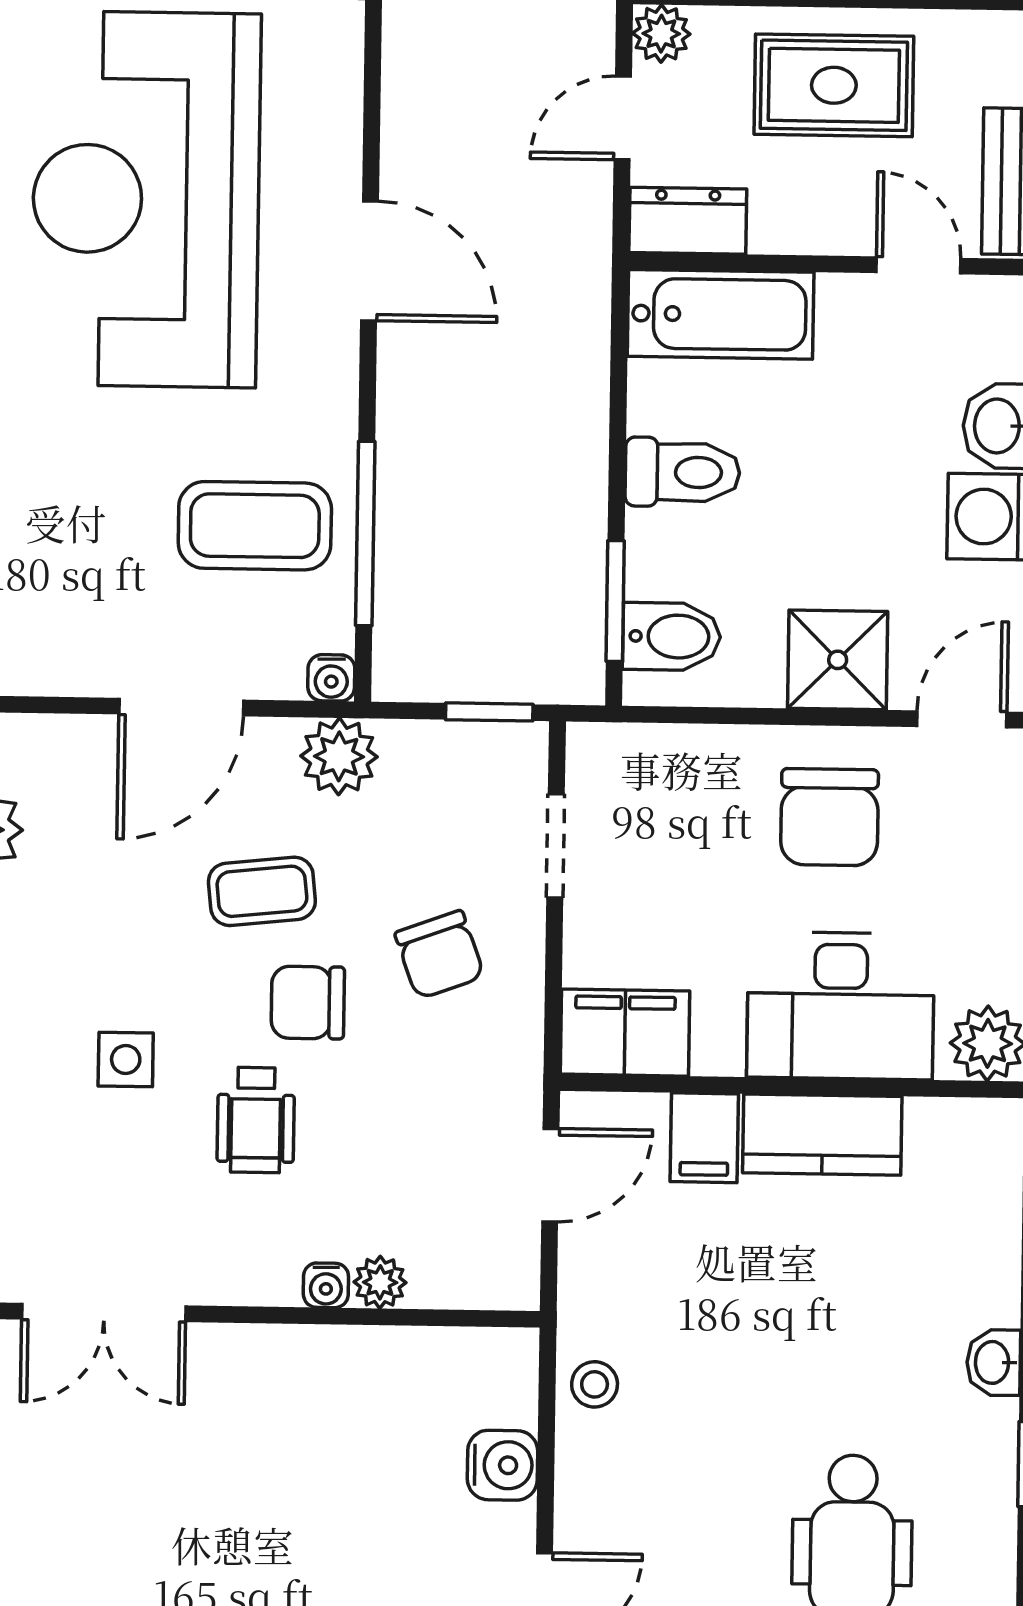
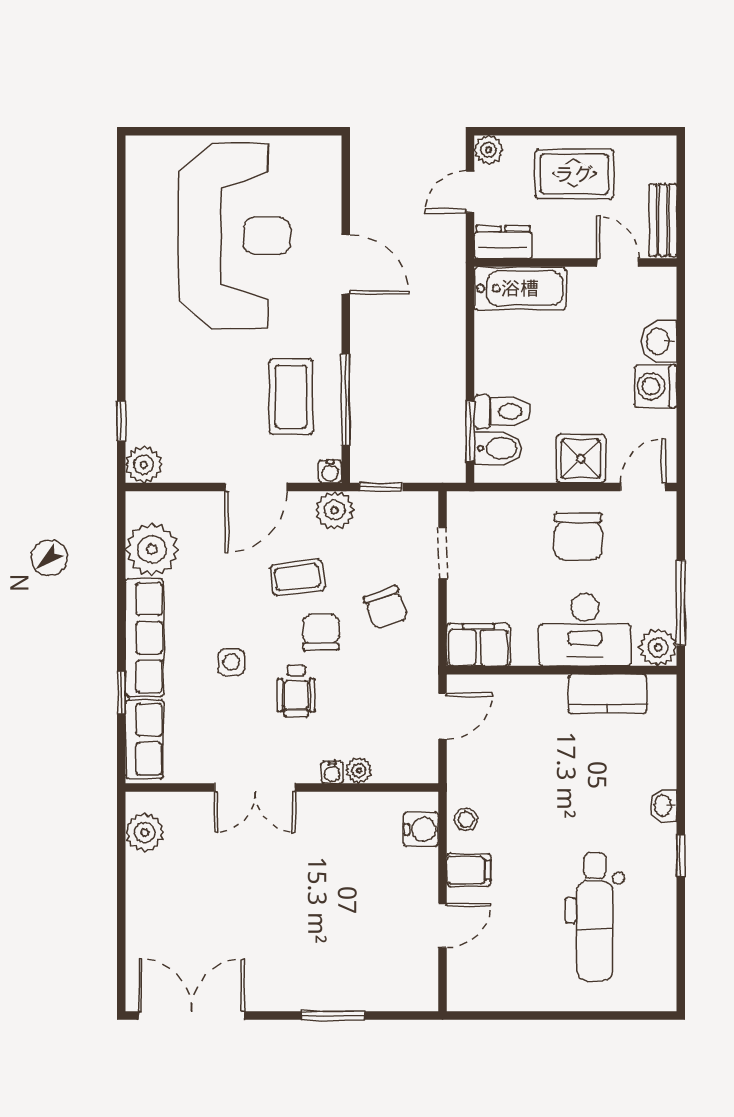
reception desk: (146, 199) -> (235, 236), turned 180
toilet: (683, 472) -> (502, 412), moved
coffee table: (255, 526) -> (291, 397), turned 90
window: (489, 712) -> (381, 487), moved
chair: (308, 1003) -> (321, 632), turned 90
kitchen counter: (822, 1135) -> (607, 694), moved
filing cabinet: (704, 1138) -> (469, 870), moved, turned -90
double door: (104, 1313) -> (255, 788), moved
water cooler: (503, 1465) -> (421, 829), moved

